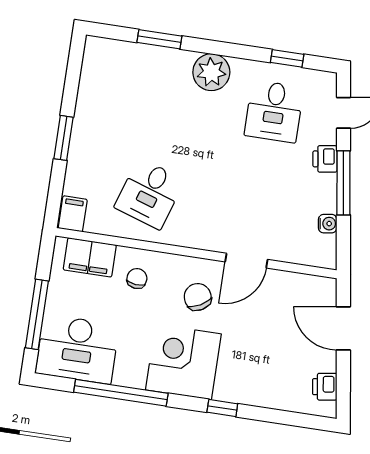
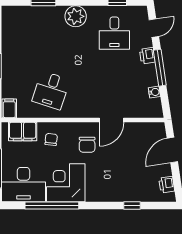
chair: (198, 297) -> (87, 145), turned -151
door: (343, 328) -> (172, 150), hinge flipped
corner desk: (183, 362) -> (66, 183), moved
window: (222, 408) -> (132, 205), moved

